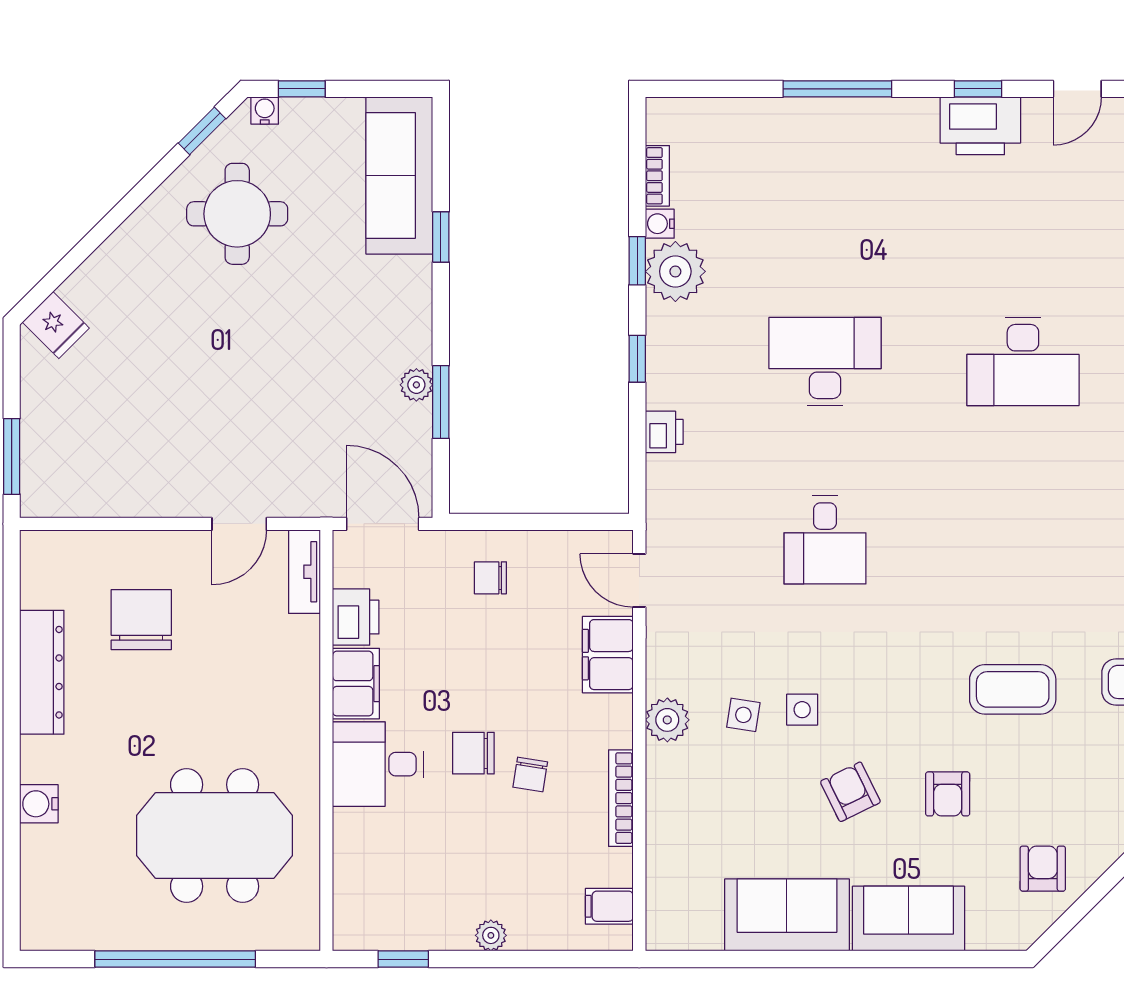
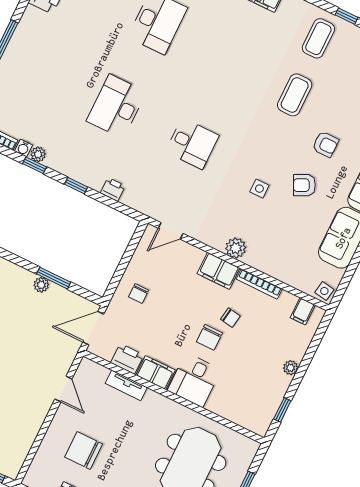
plant: (675, 271) -> (38, 154), width x0.53, depth x0.53
tv unit: (305, 572) -> (126, 385), moved
filing cabinet: (608, 655) -> (218, 271), moved
side table: (743, 715) -> (324, 291), moved

